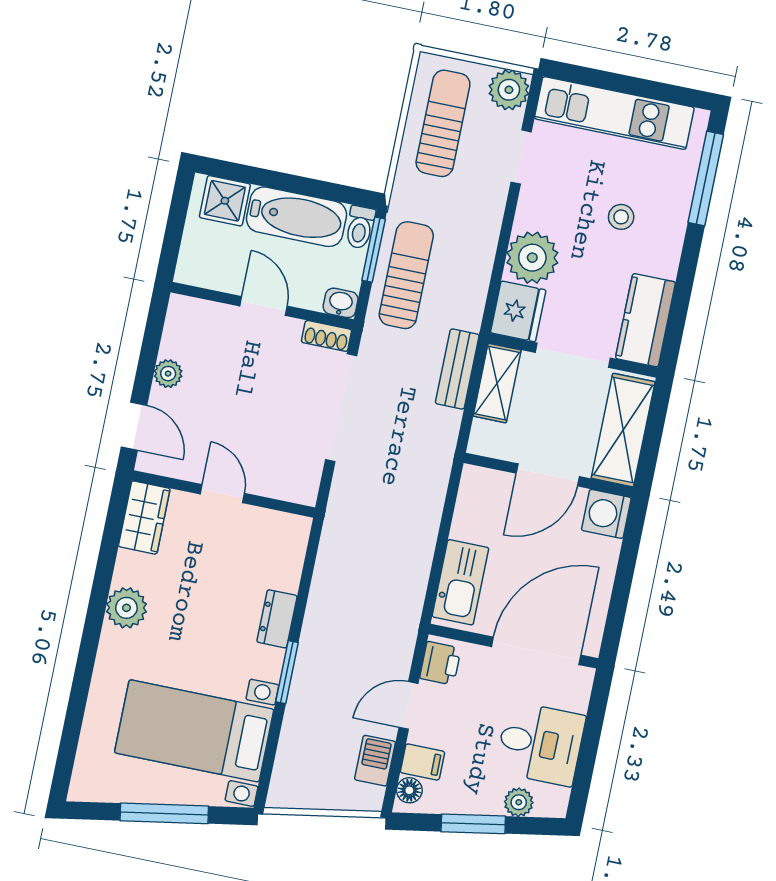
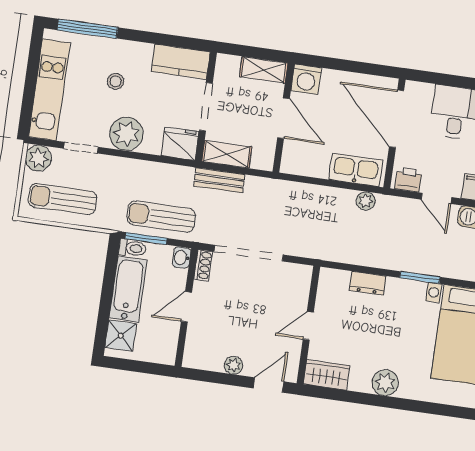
plant: (532, 258) -> (126, 134), moved
shelving: (623, 430) -> (264, 70), width x0.67, depth x0.75
plant: (411, 595) -> (366, 201), added
dresser: (277, 619) -> (368, 283), moved

